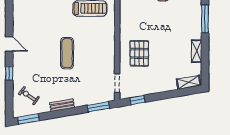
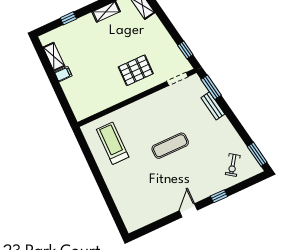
window: (205, 19) -> (68, 18), width x0.46
bench: (62, 105) -> (213, 106), moved

